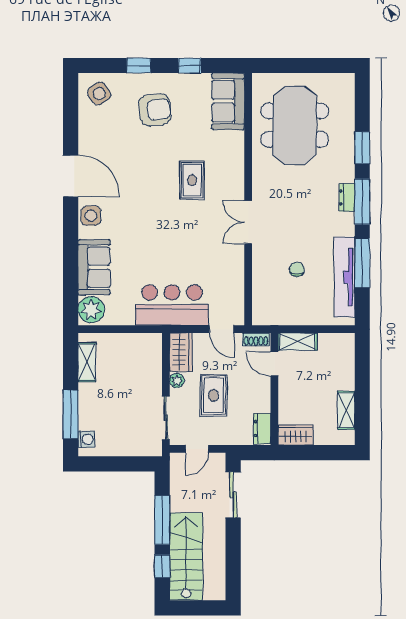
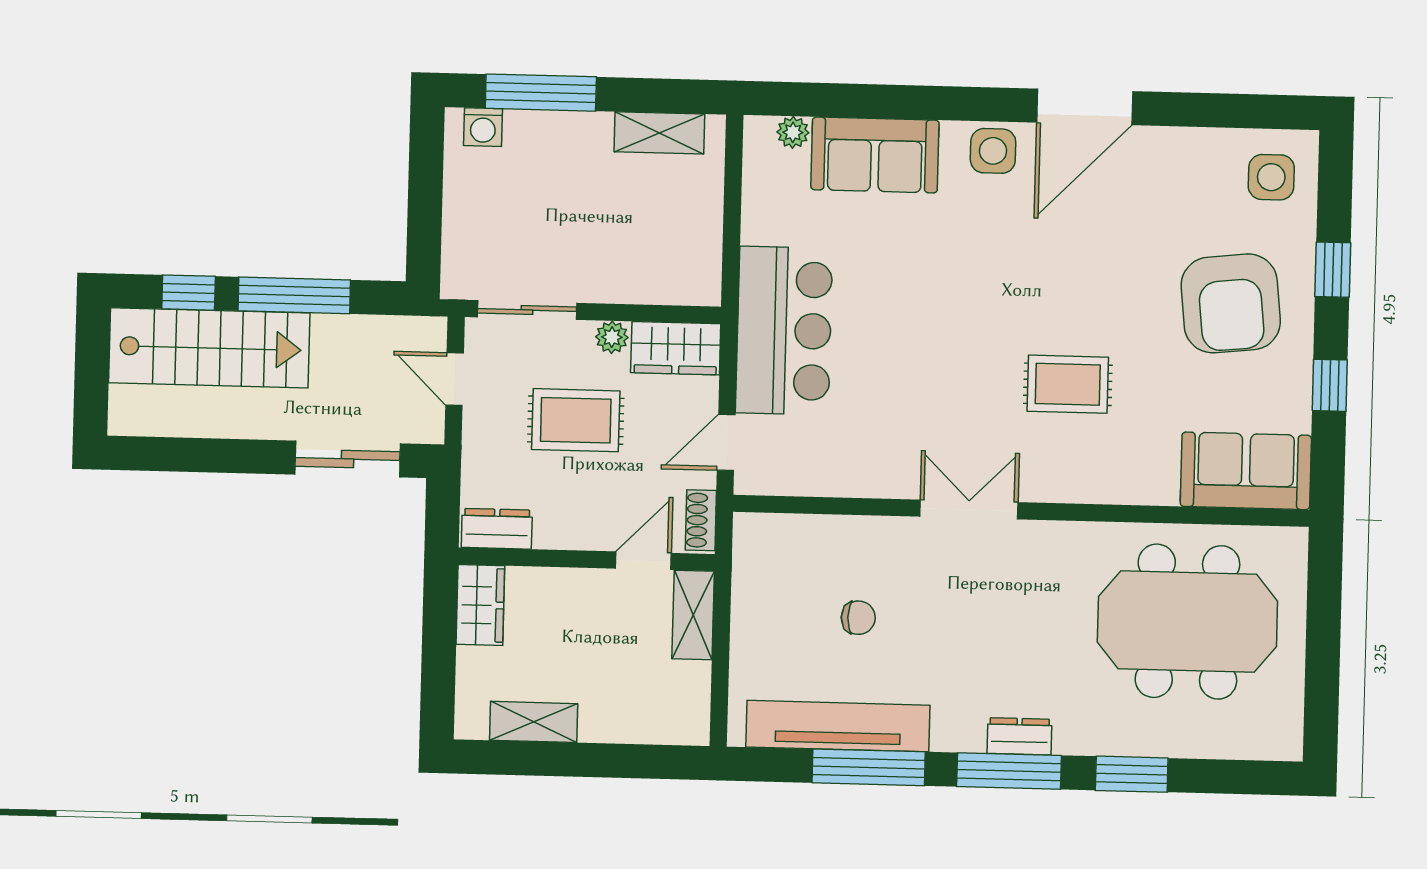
side table: (99, 94) -> (1271, 177), turned 36
armchair: (155, 110) -> (1231, 303), width x1.36, depth x1.36
plant: (91, 310) -> (793, 132), width x0.53, depth x0.53

